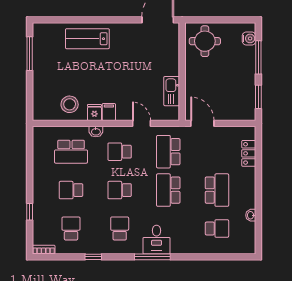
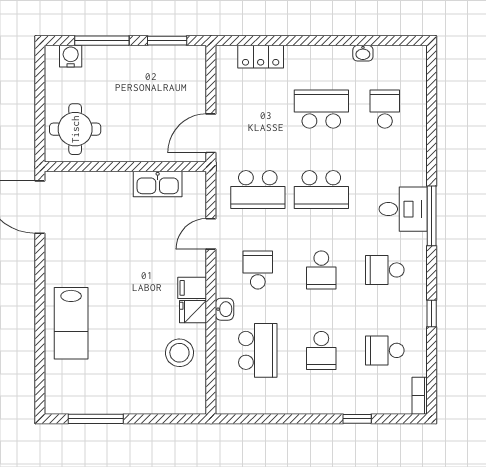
school desk: (120, 152) -> (258, 270), turned 180

